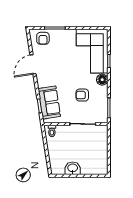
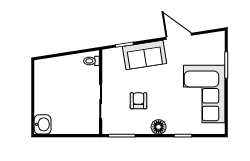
armchair: (43, 38) -> (213, 49), removed
corner sofa: (92, 51) -> (204, 94), moved, turned -90
sofa: (49, 103) -> (144, 55), moved
washbasin: (73, 168) -> (43, 124), moved

